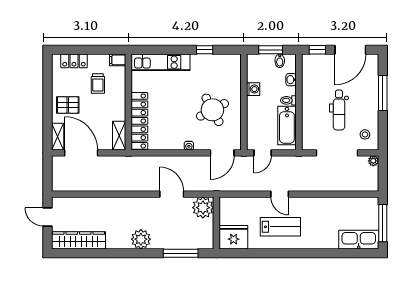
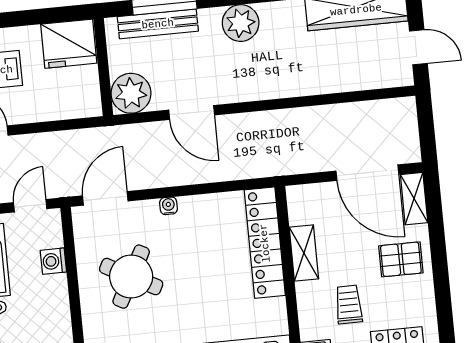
washing machine: (253, 89) -> (53, 261), moved
round table: (212, 110) -> (131, 277), turned -34
shelving: (119, 136) -> (304, 253), moved
bench: (185, 243) -> (158, 24), added

